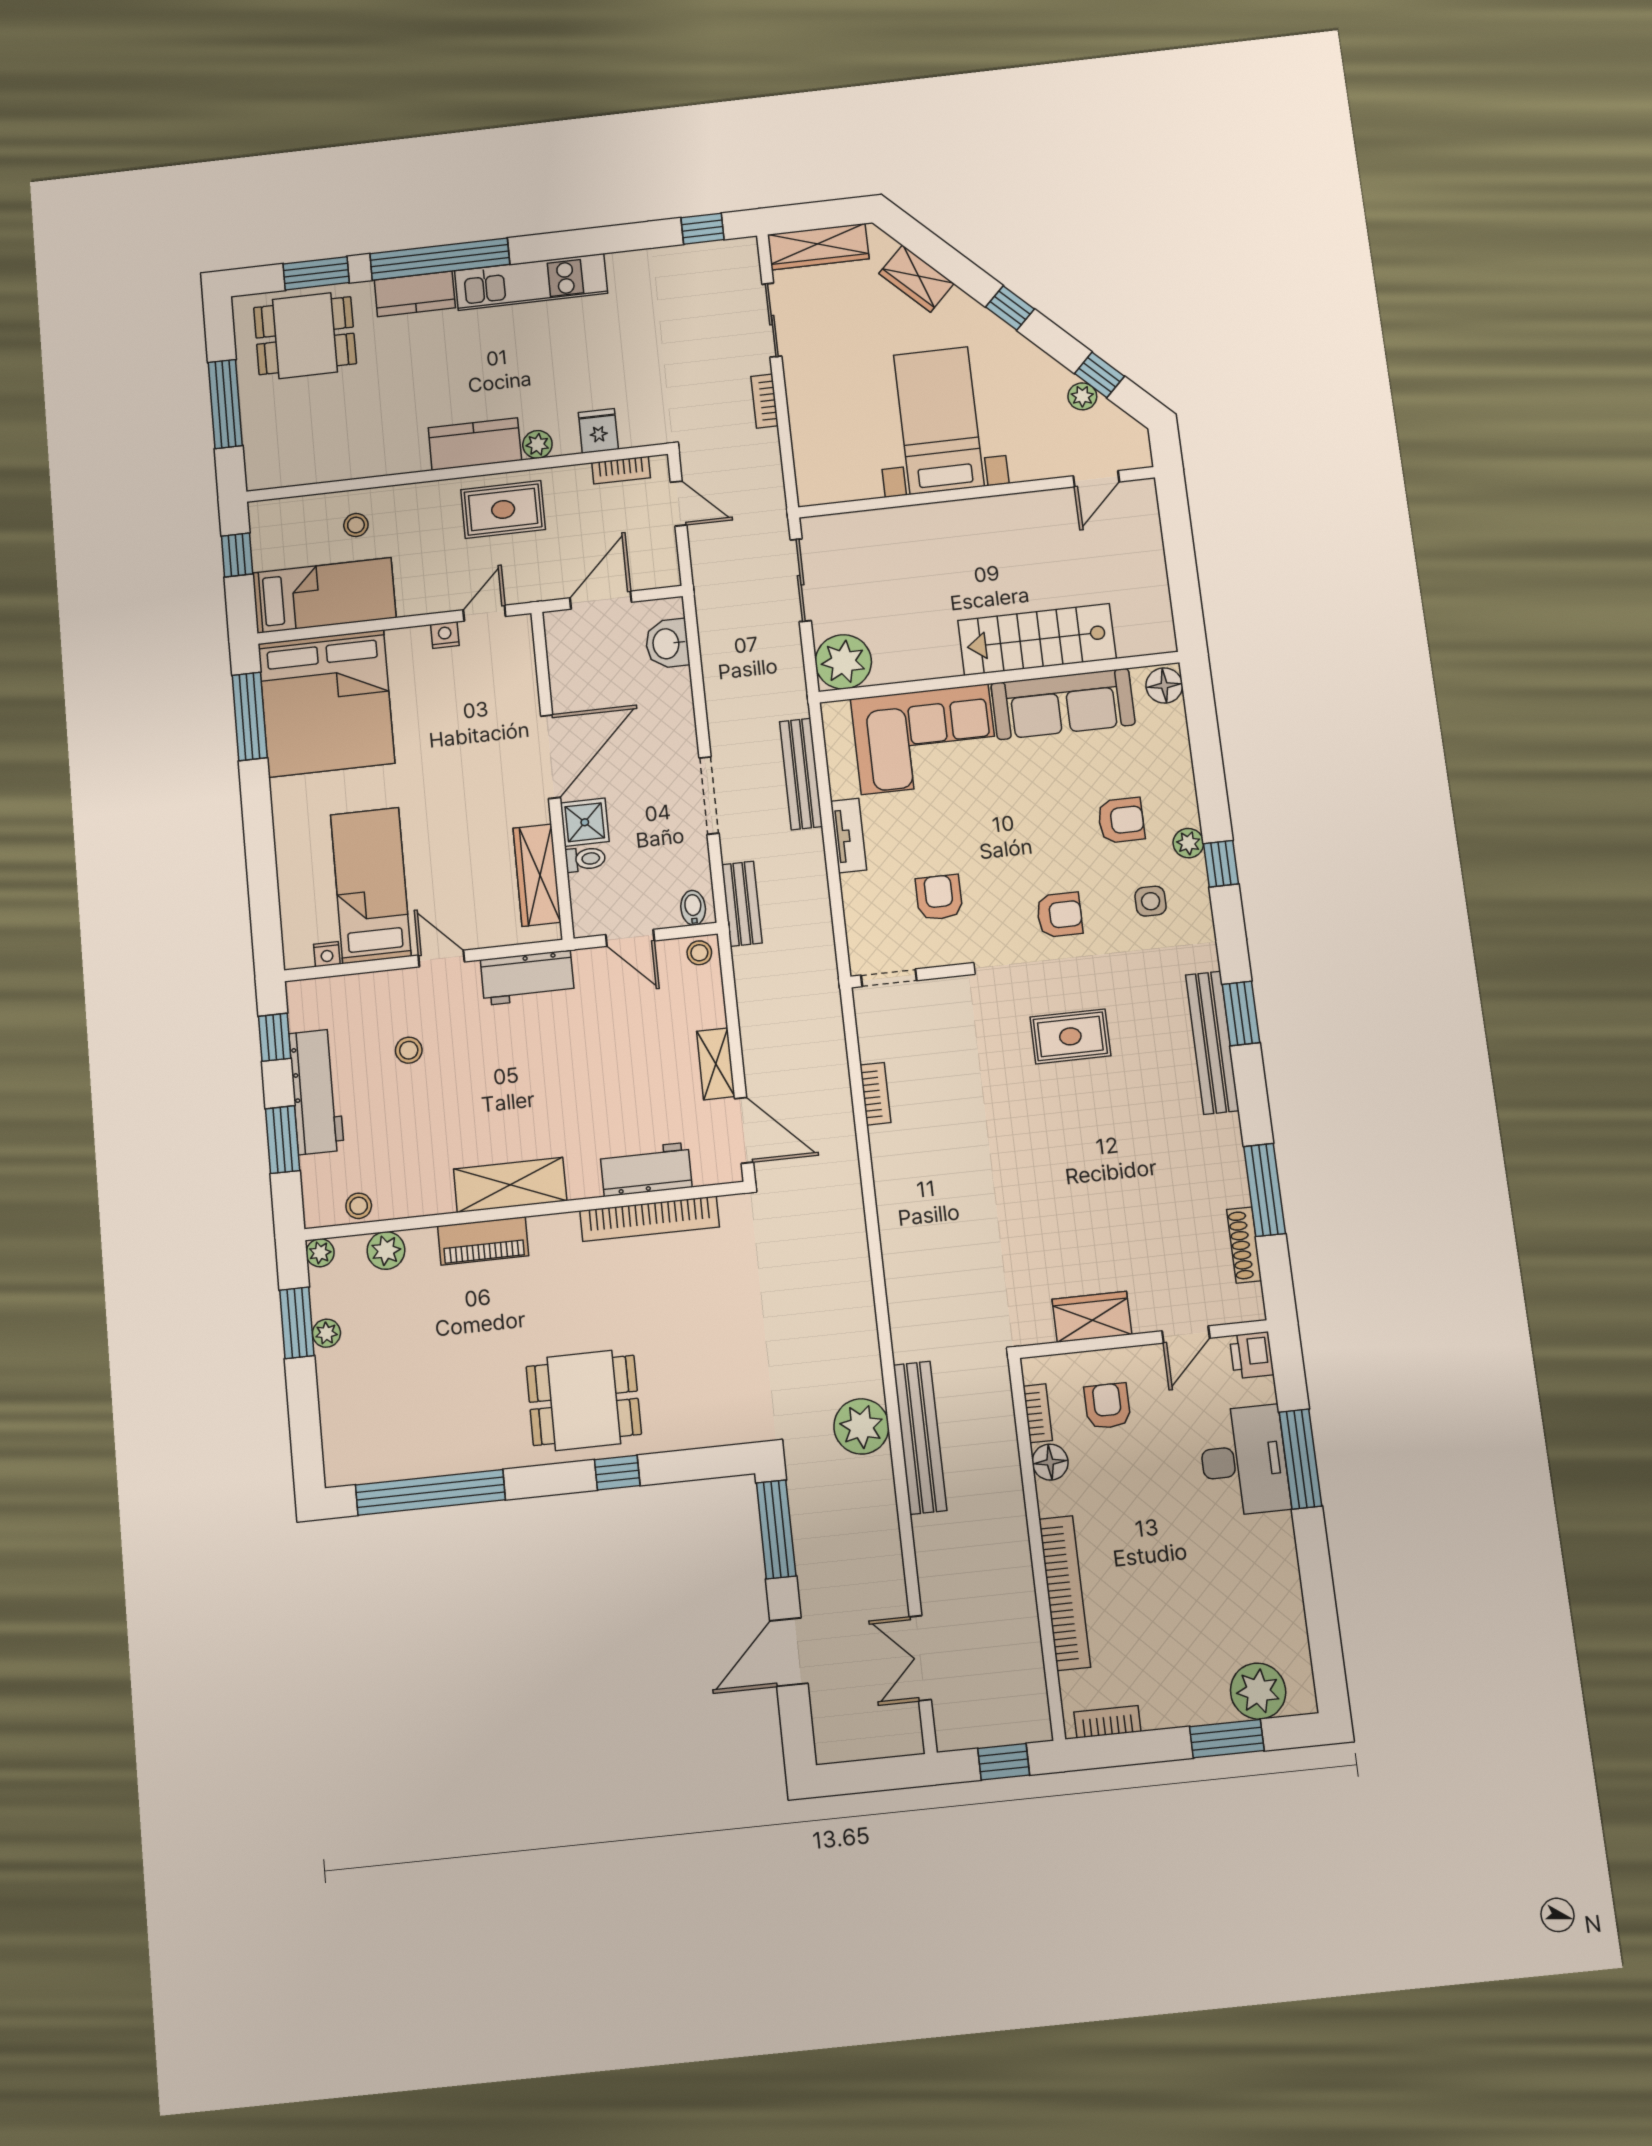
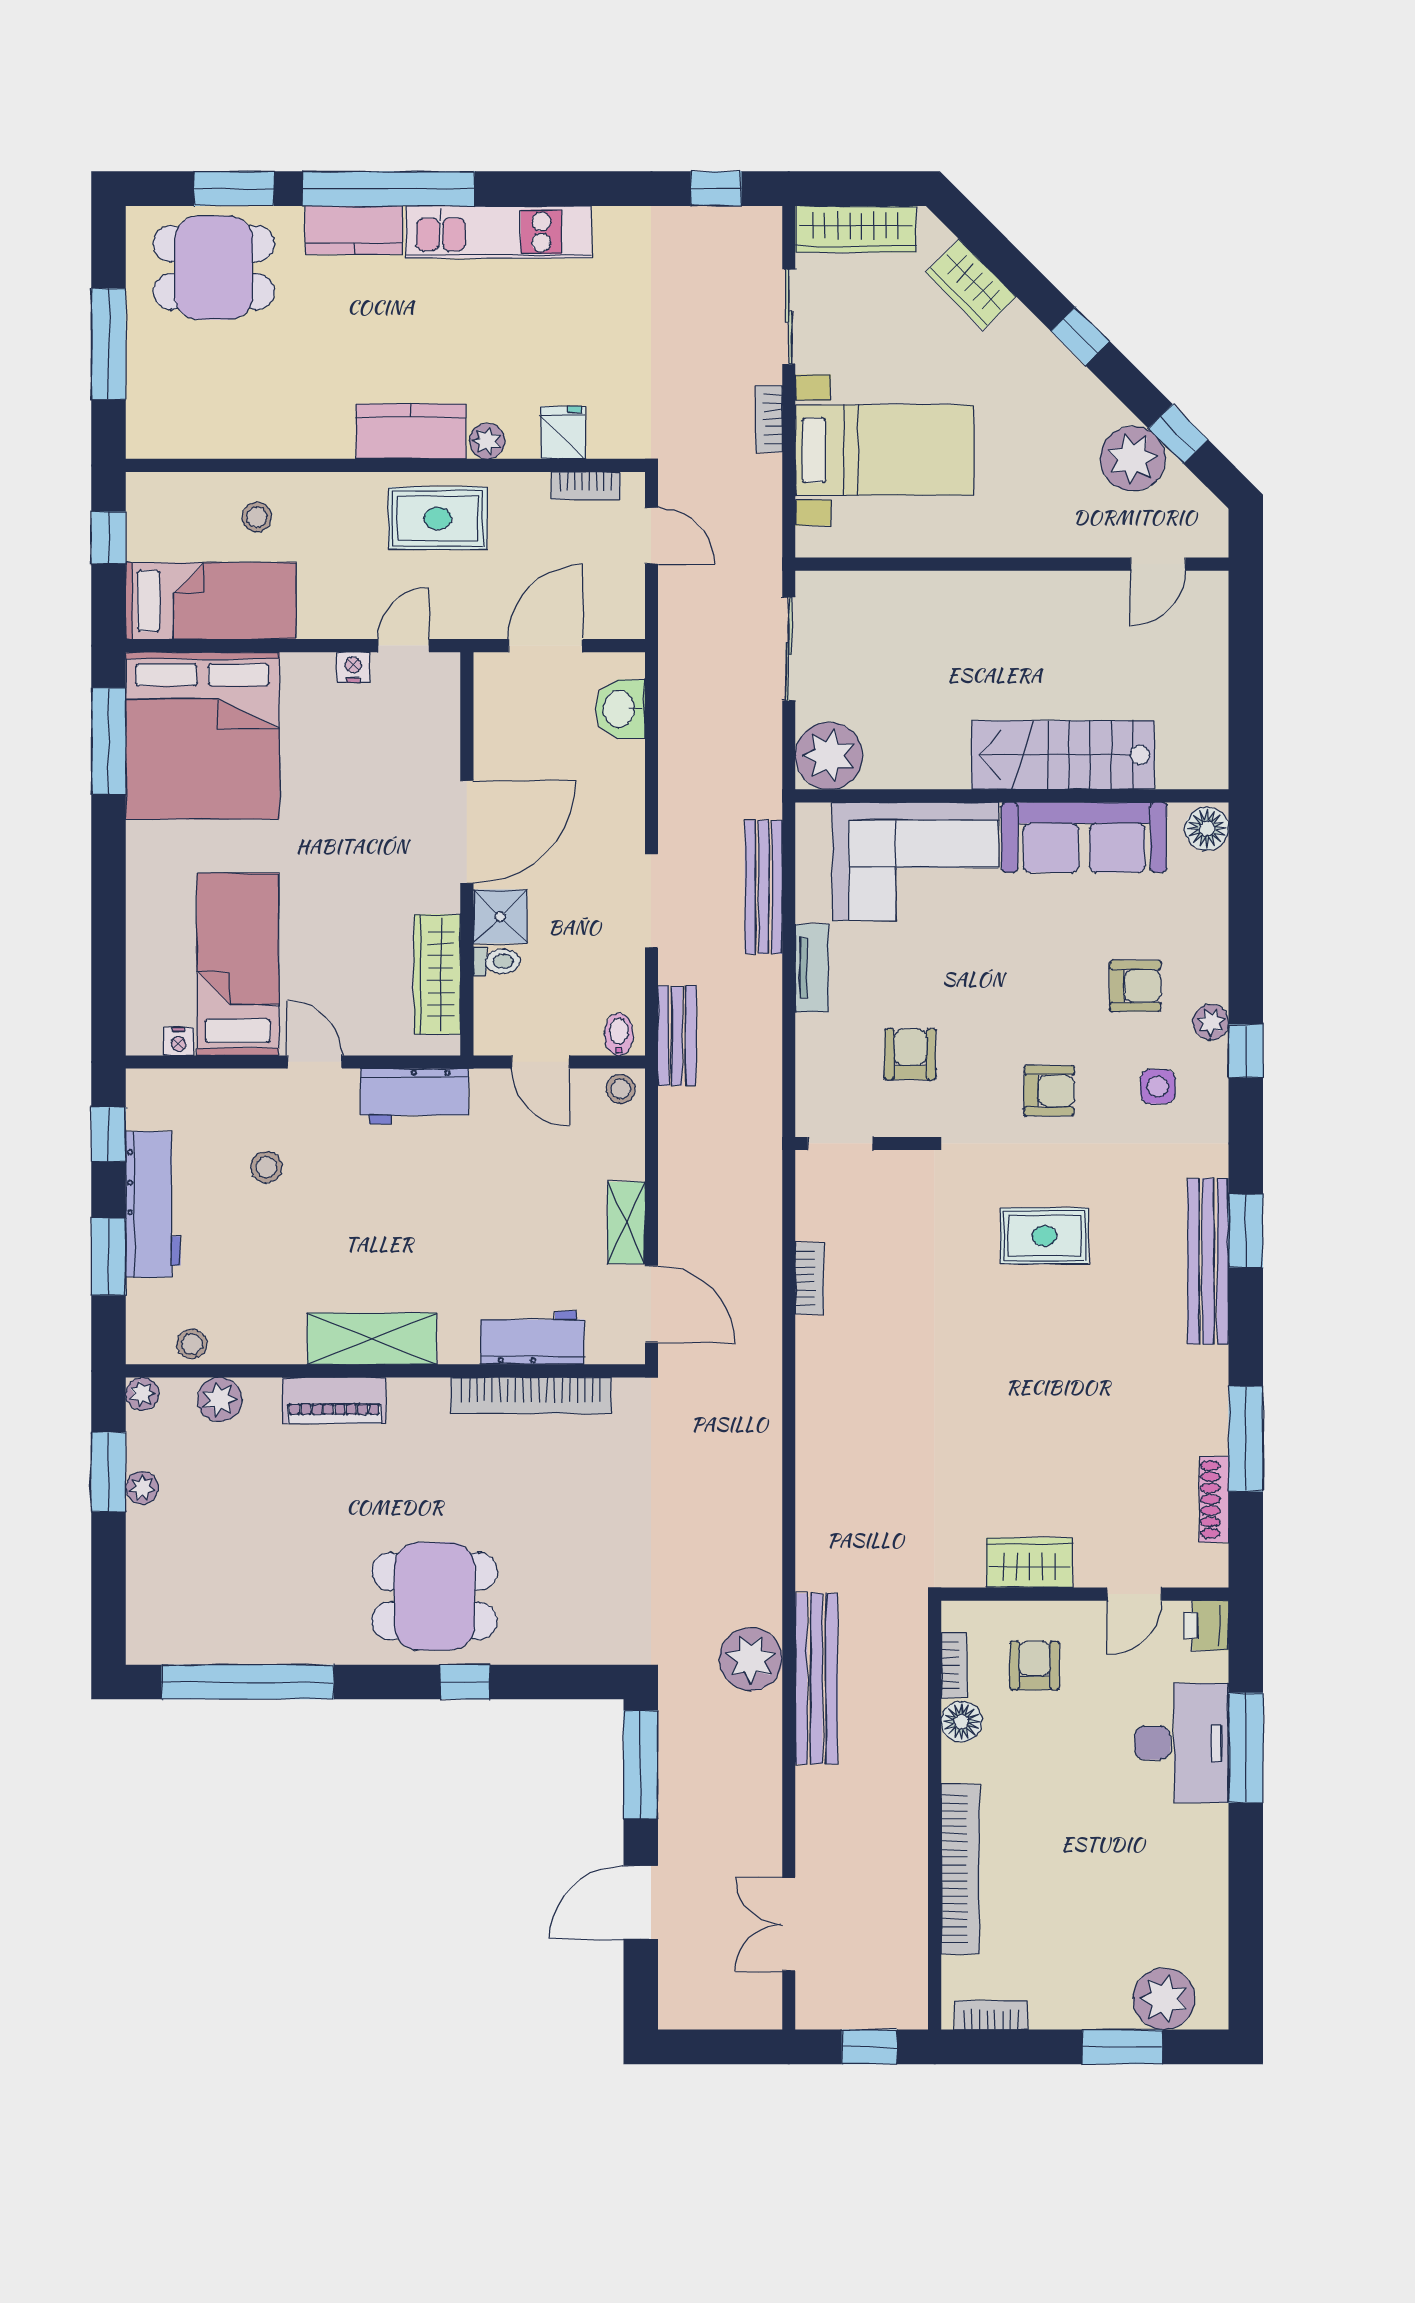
plant: (1082, 396) -> (1133, 459), width x1.88, depth x1.88
bed with nightstands: (939, 420) -> (885, 450), moved, turned 90

